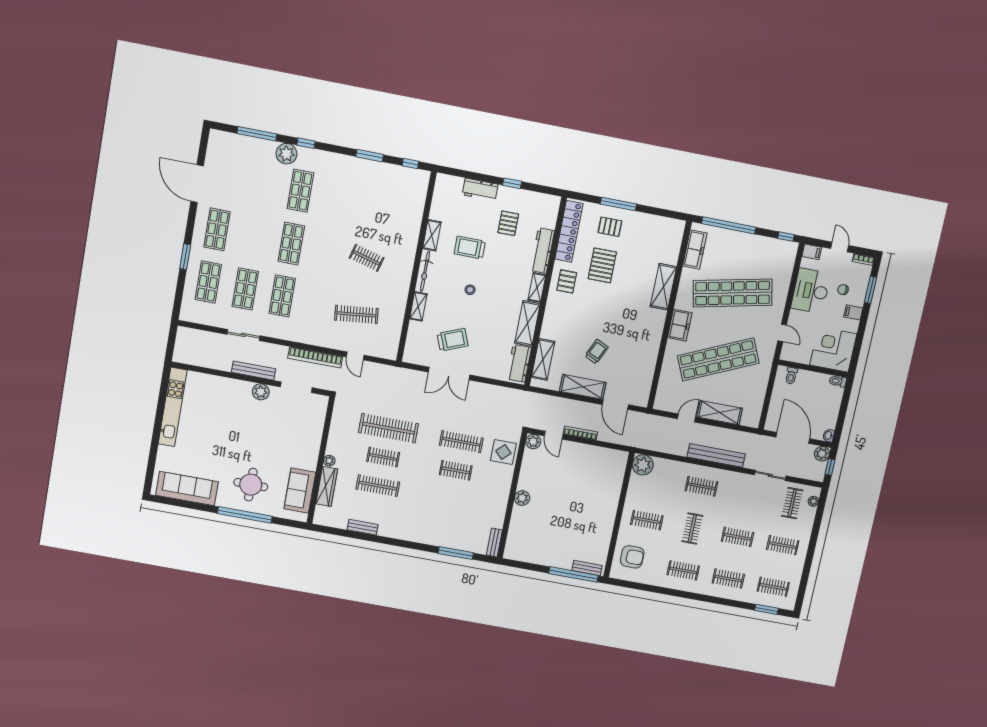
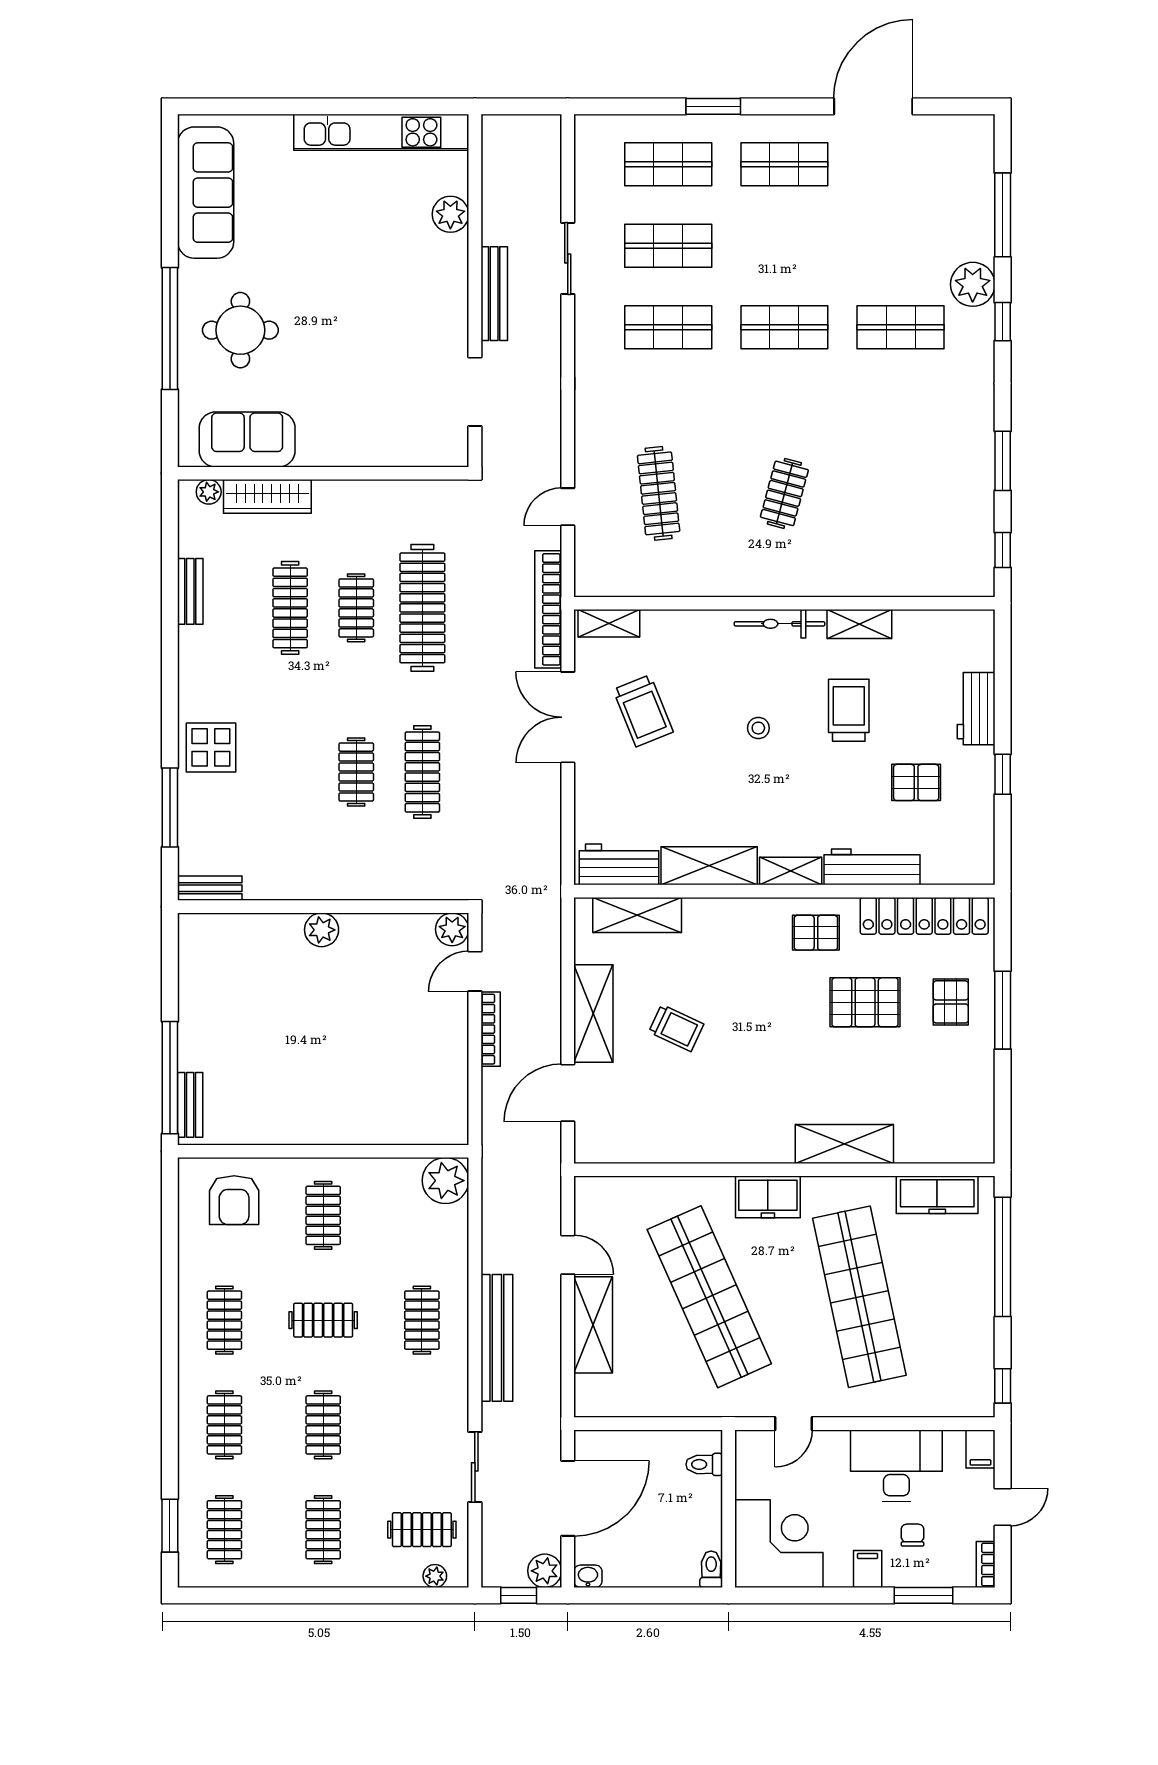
shelving: (418, 306) -> (609, 623), moved
bookcase: (315, 357) -> (548, 609), moved
plant: (261, 392) -> (450, 214), moved
display table: (503, 452) -> (211, 747), moved
plant: (329, 461) -> (209, 492), moved

